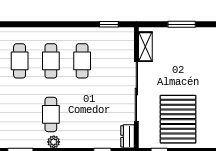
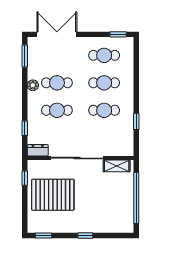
window: (109, 24) -> (136, 121), moved
window: (182, 24) -> (136, 198), width x2.11
cafe table: (82, 114) -> (57, 110), added

